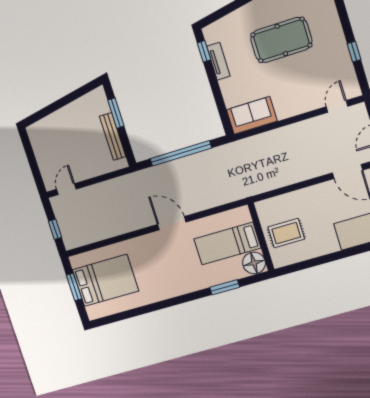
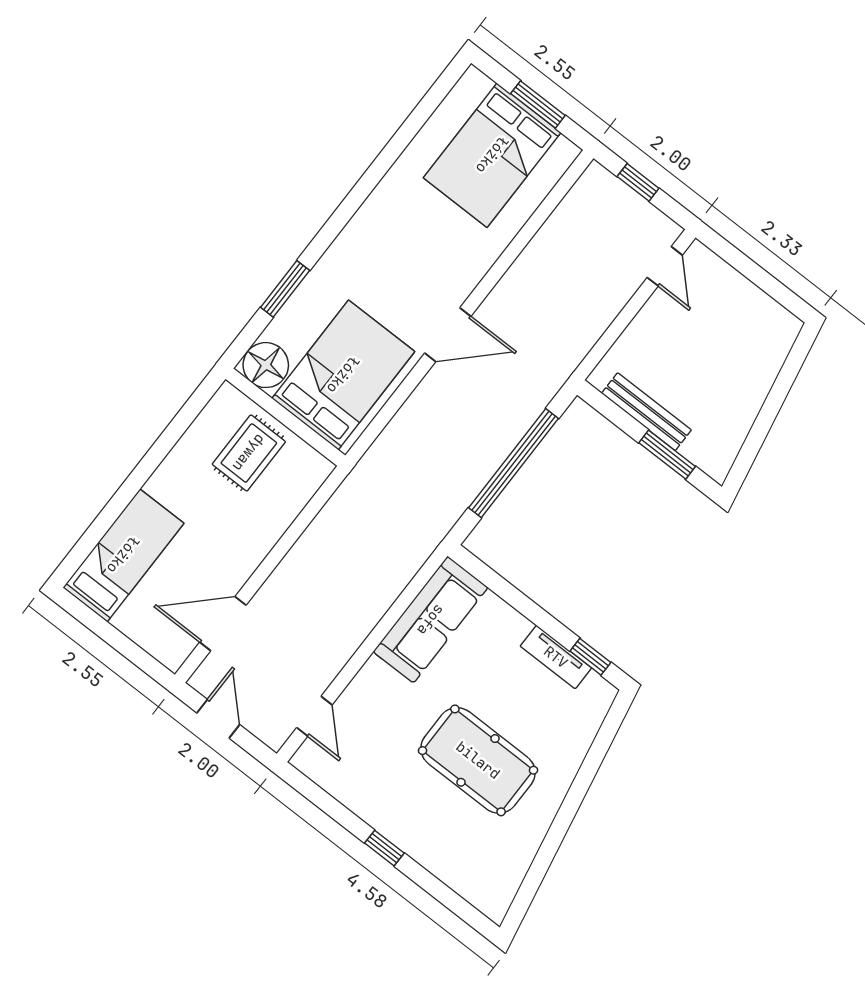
pool table: (281, 40) -> (478, 760), turned 90
window: (354, 52) -> (384, 848), moved
sofa: (252, 115) -> (431, 620), width x1.36
bed: (227, 244) -> (343, 375), width x1.50

